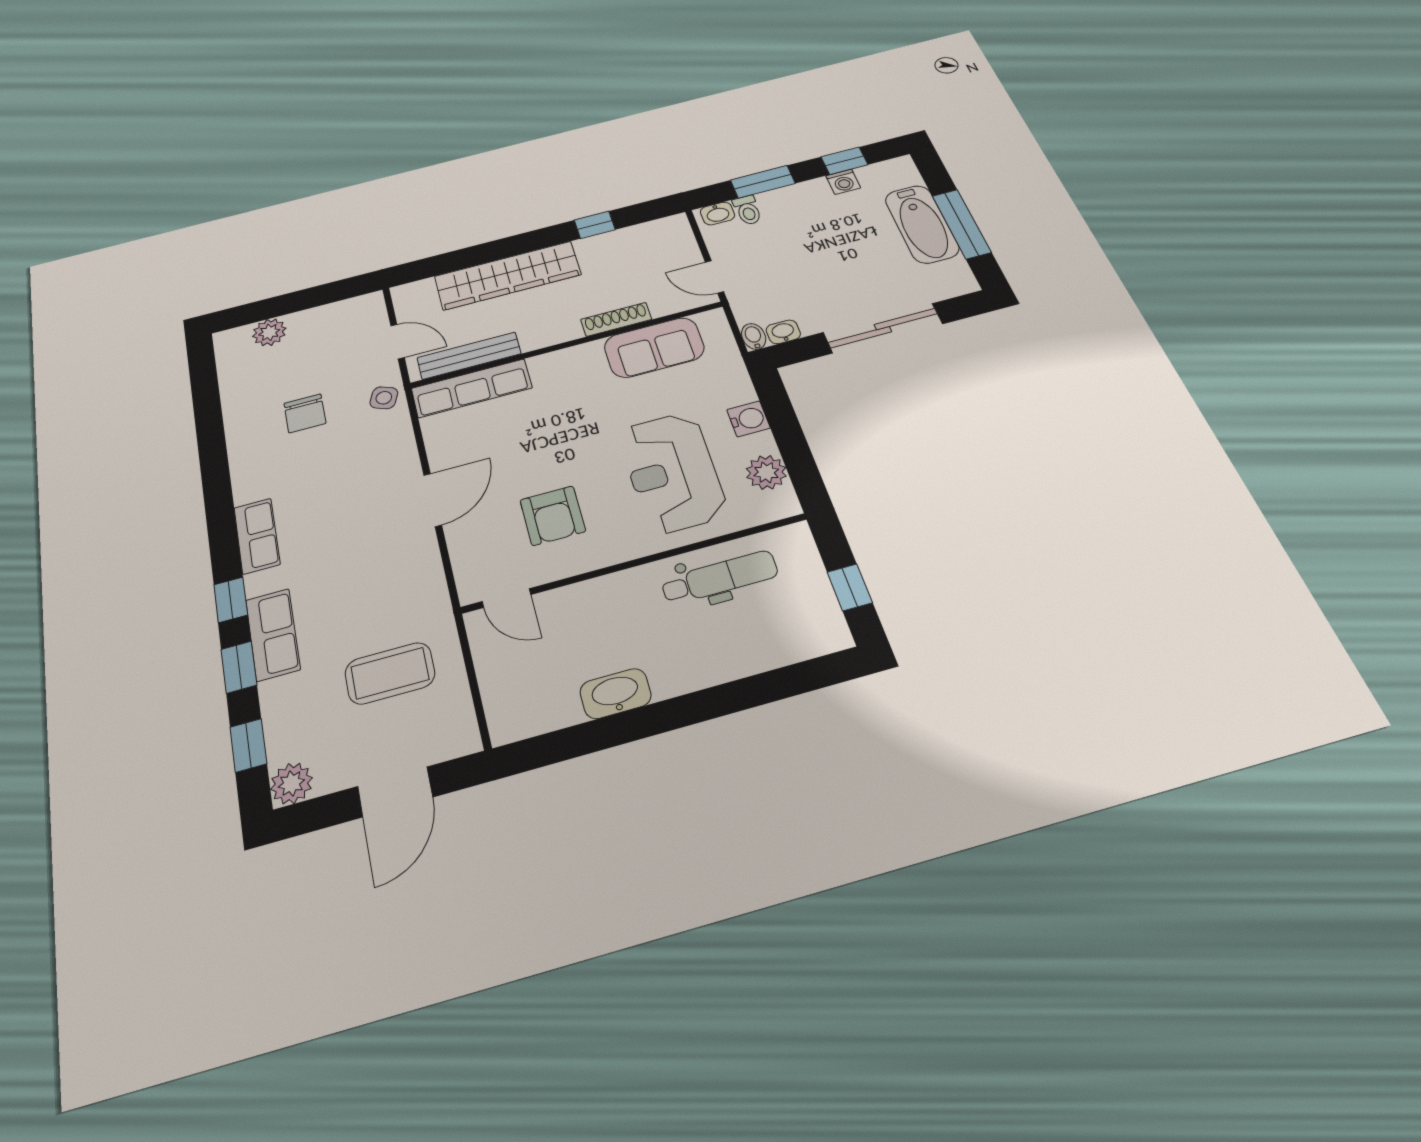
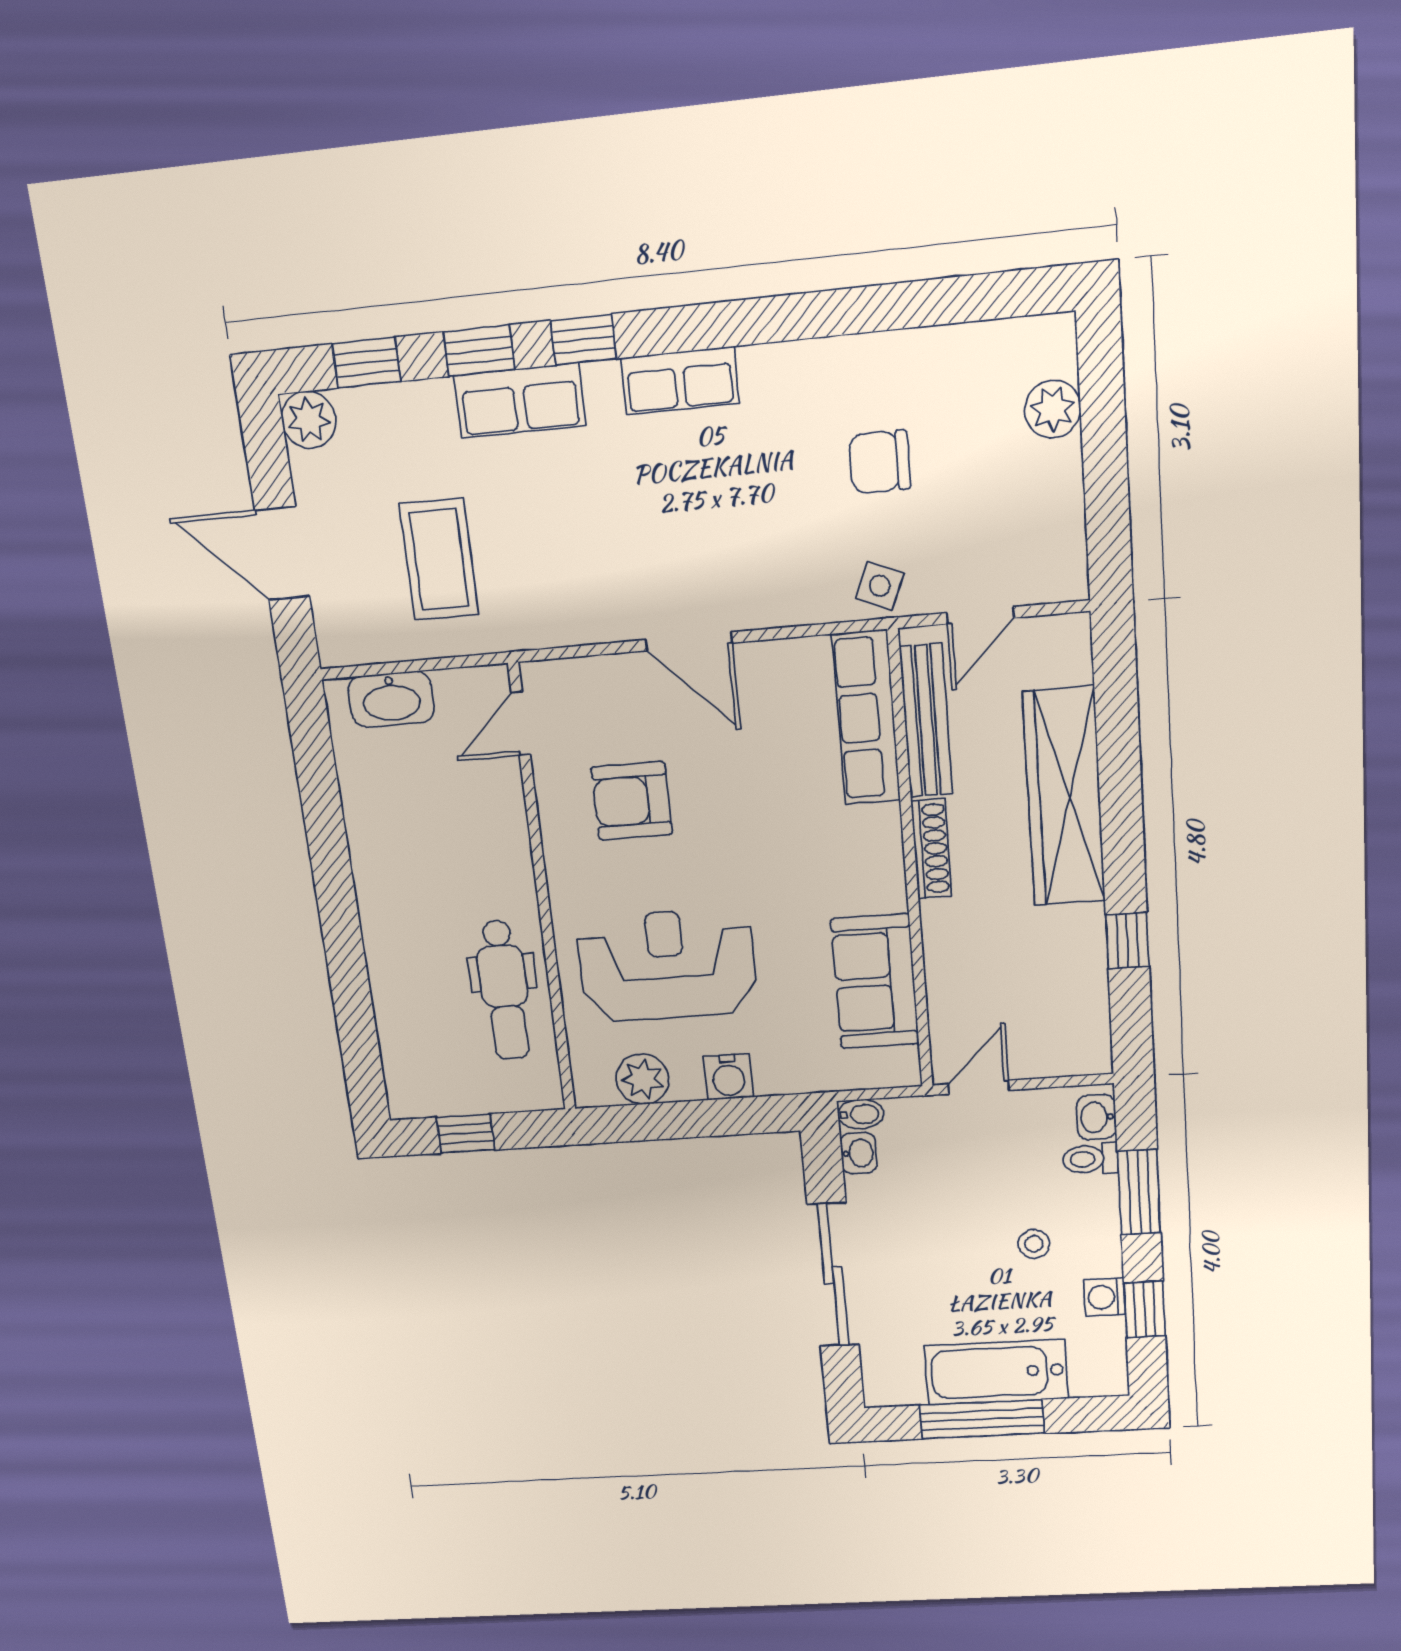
stool: (818, 225) -> (1034, 1244), added
shoe rack: (616, 319) -> (931, 849), moved
washbasin: (616, 694) -> (391, 699), moved, turned 90

